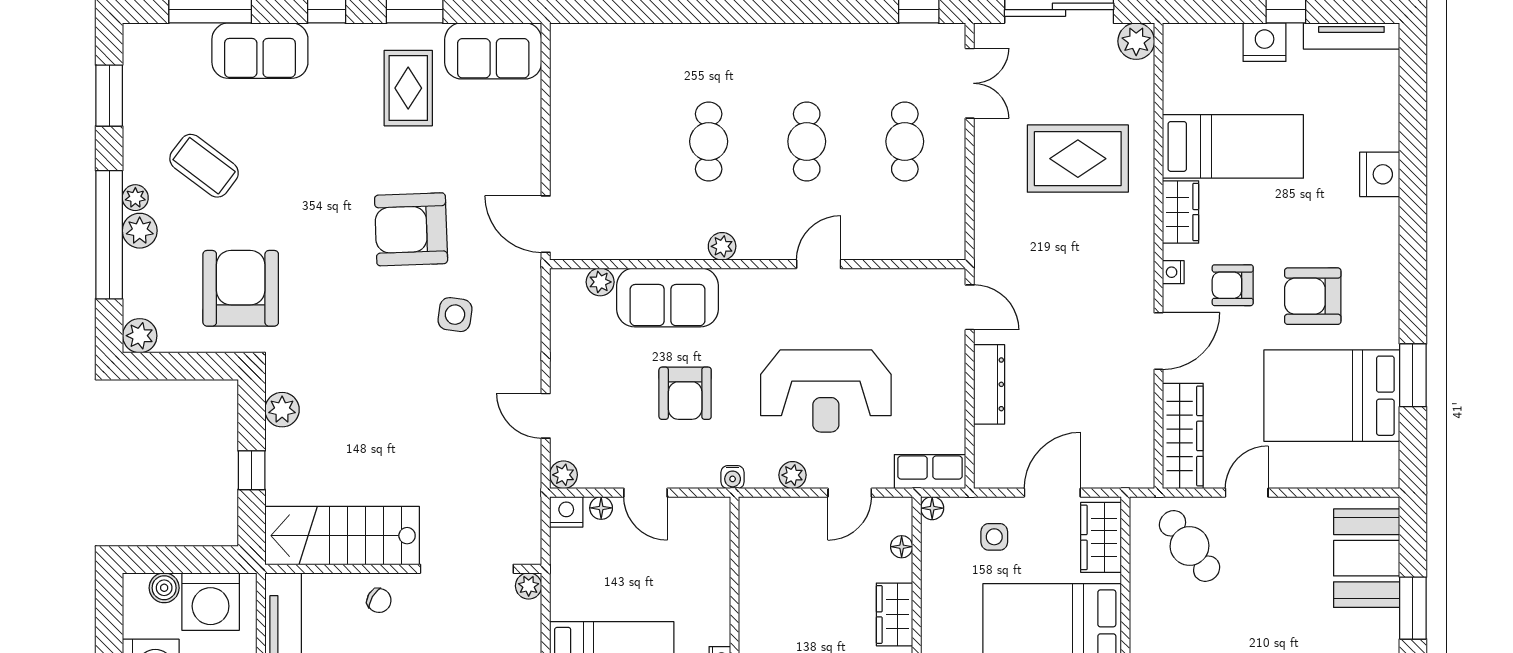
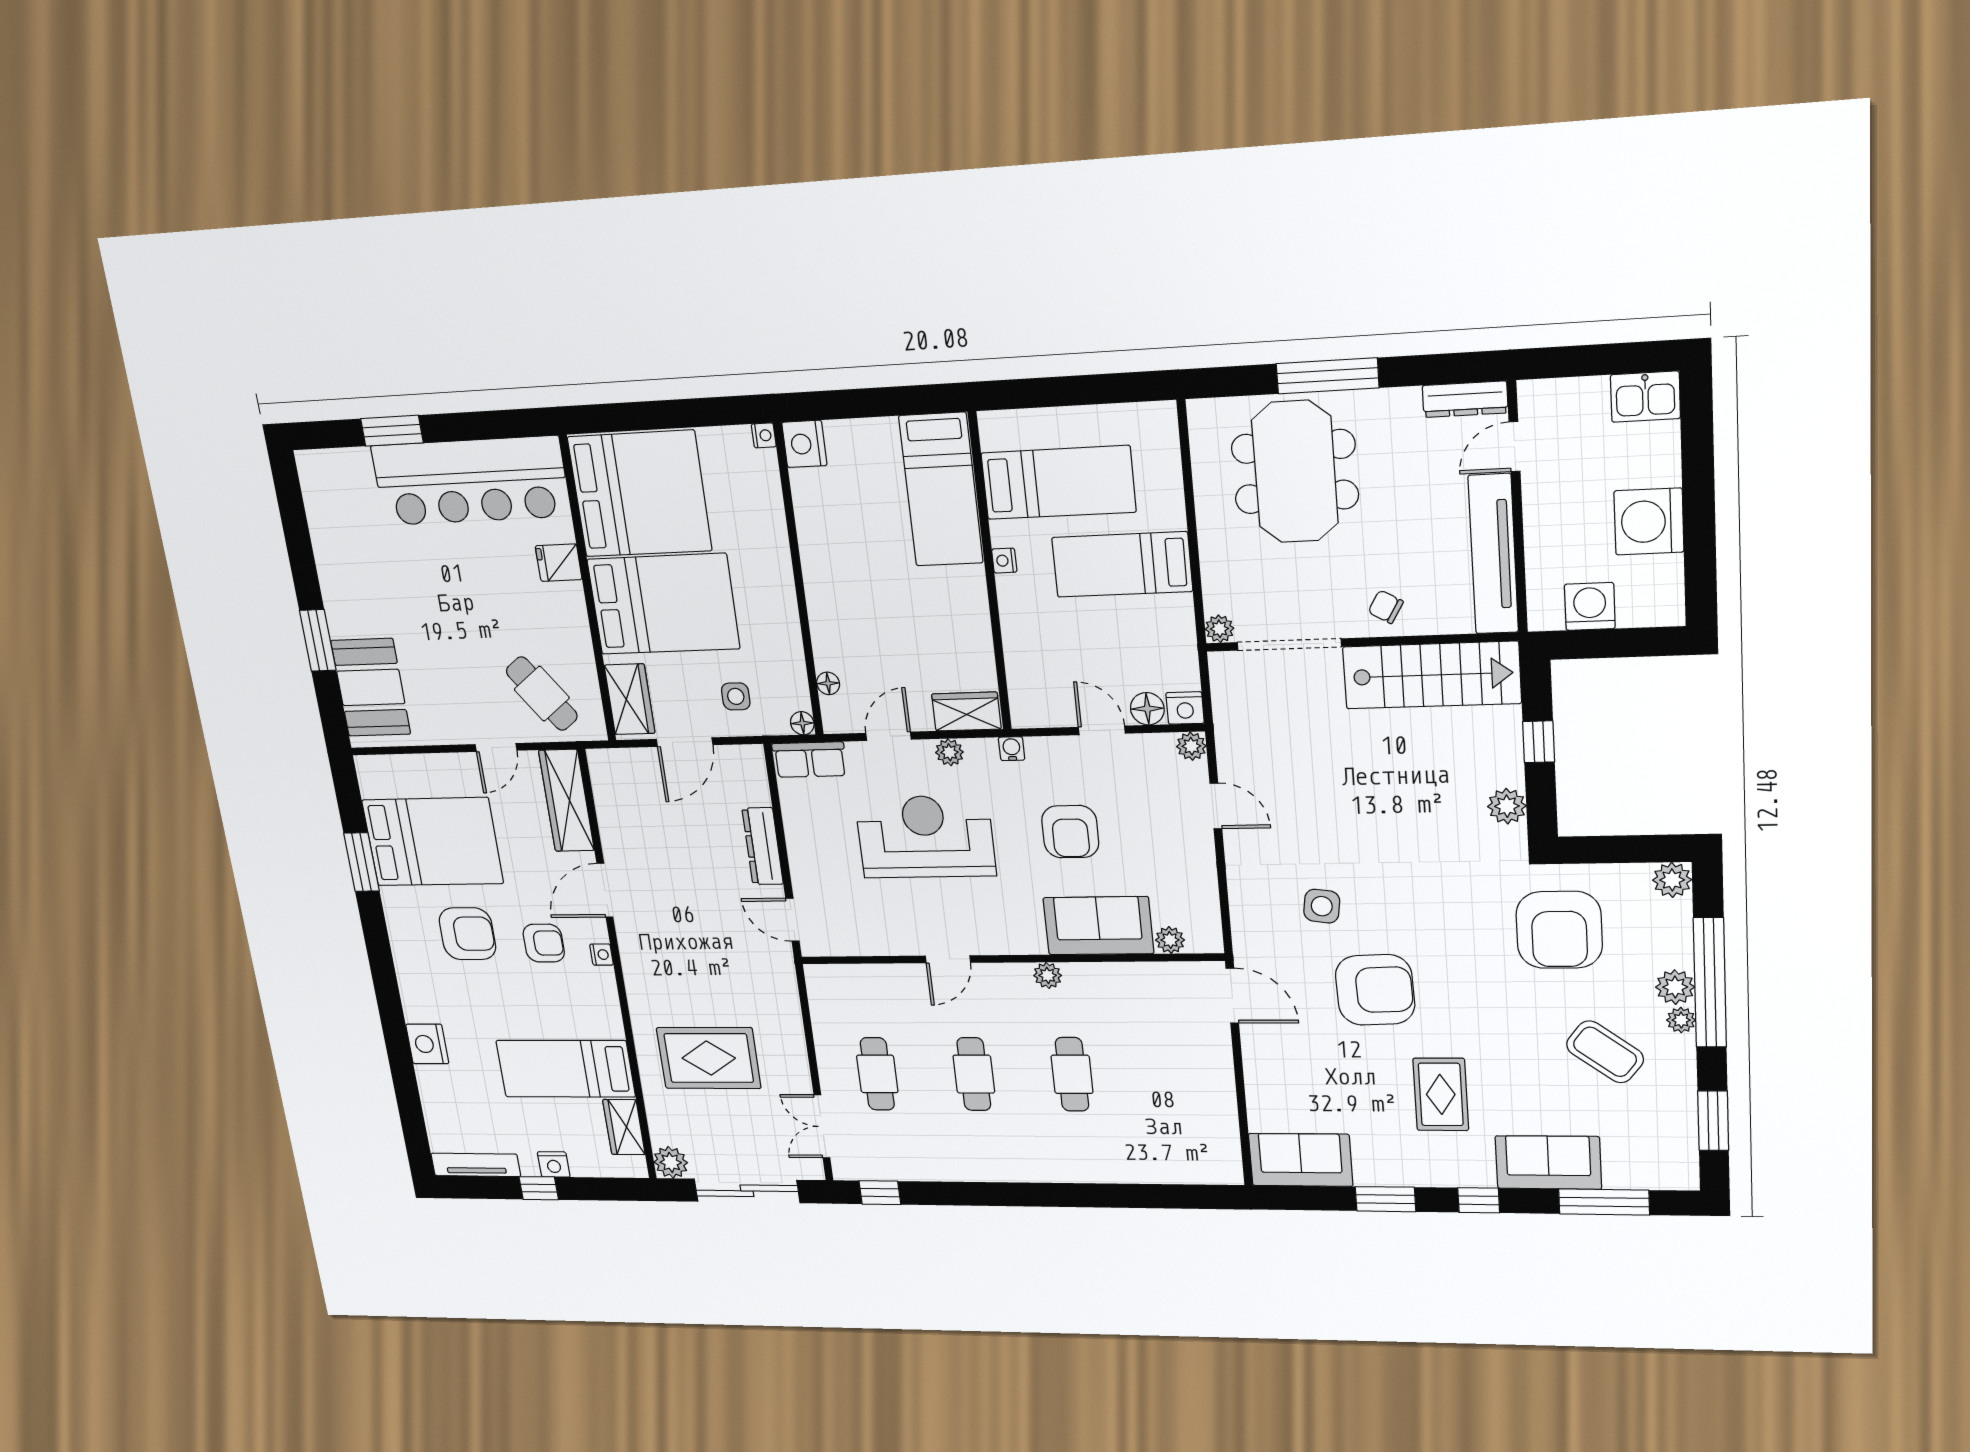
nightstand: (1265, 42) -> (554, 1164), width x0.74, depth x0.75
rug: (408, 88) -> (1441, 1094), moved
wardrobe: (1181, 212) -> (624, 1127), moved
armchair: (685, 393) -> (1070, 832), turned 180
floor lamp: (601, 508) -> (1147, 709), width x1.37, depth x1.37
boiler: (164, 588) -> (1636, 611), removed
washing machine: (211, 602) -> (1590, 606), width x0.73, depth x0.73
wardrobe: (894, 614) -> (966, 712), moved, turned -90

